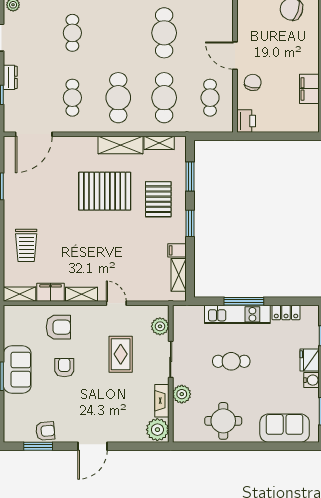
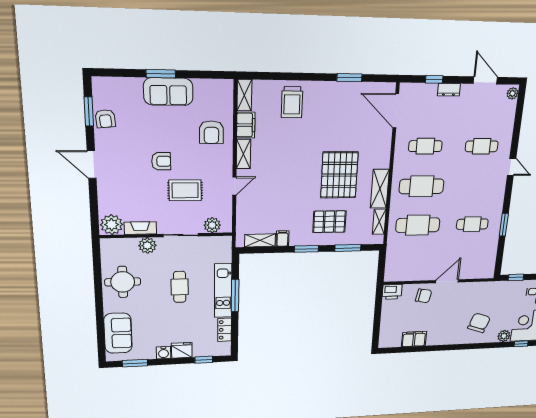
cafe table: (164, 33) -> (472, 224), width x0.73, depth x0.74
cafe table: (210, 98) -> (414, 263), removed
trolley: (26, 245) -> (292, 102), turned -90
armchair: (64, 368) -> (161, 161), moved

